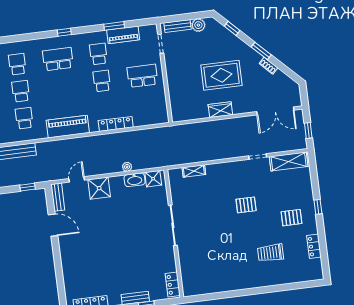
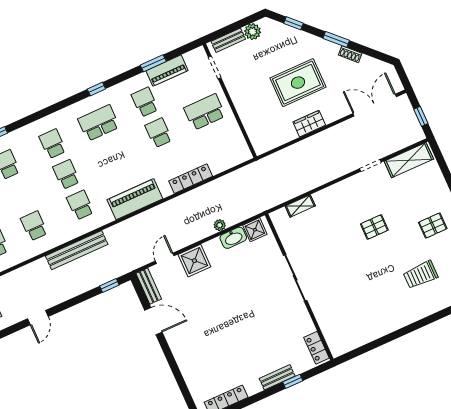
double door: (275, 111) -> (375, 105), swing flipped

